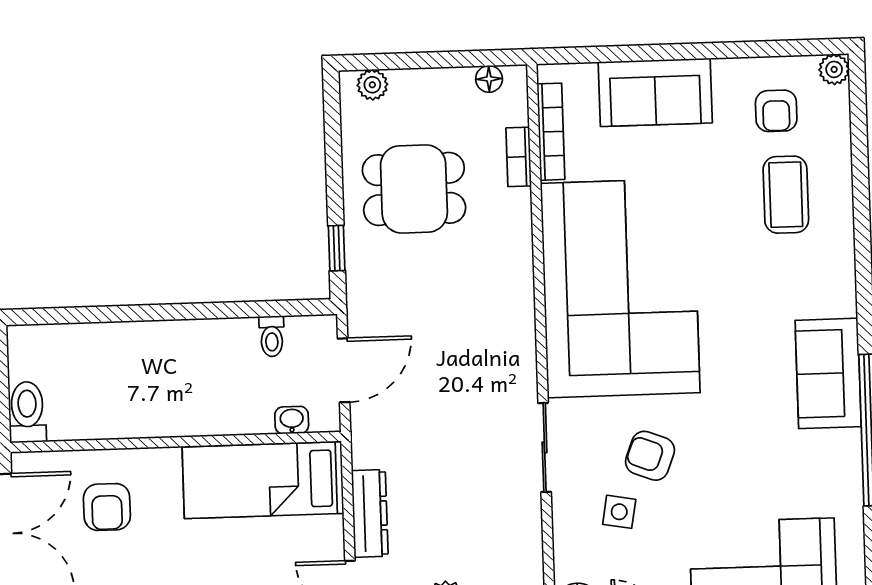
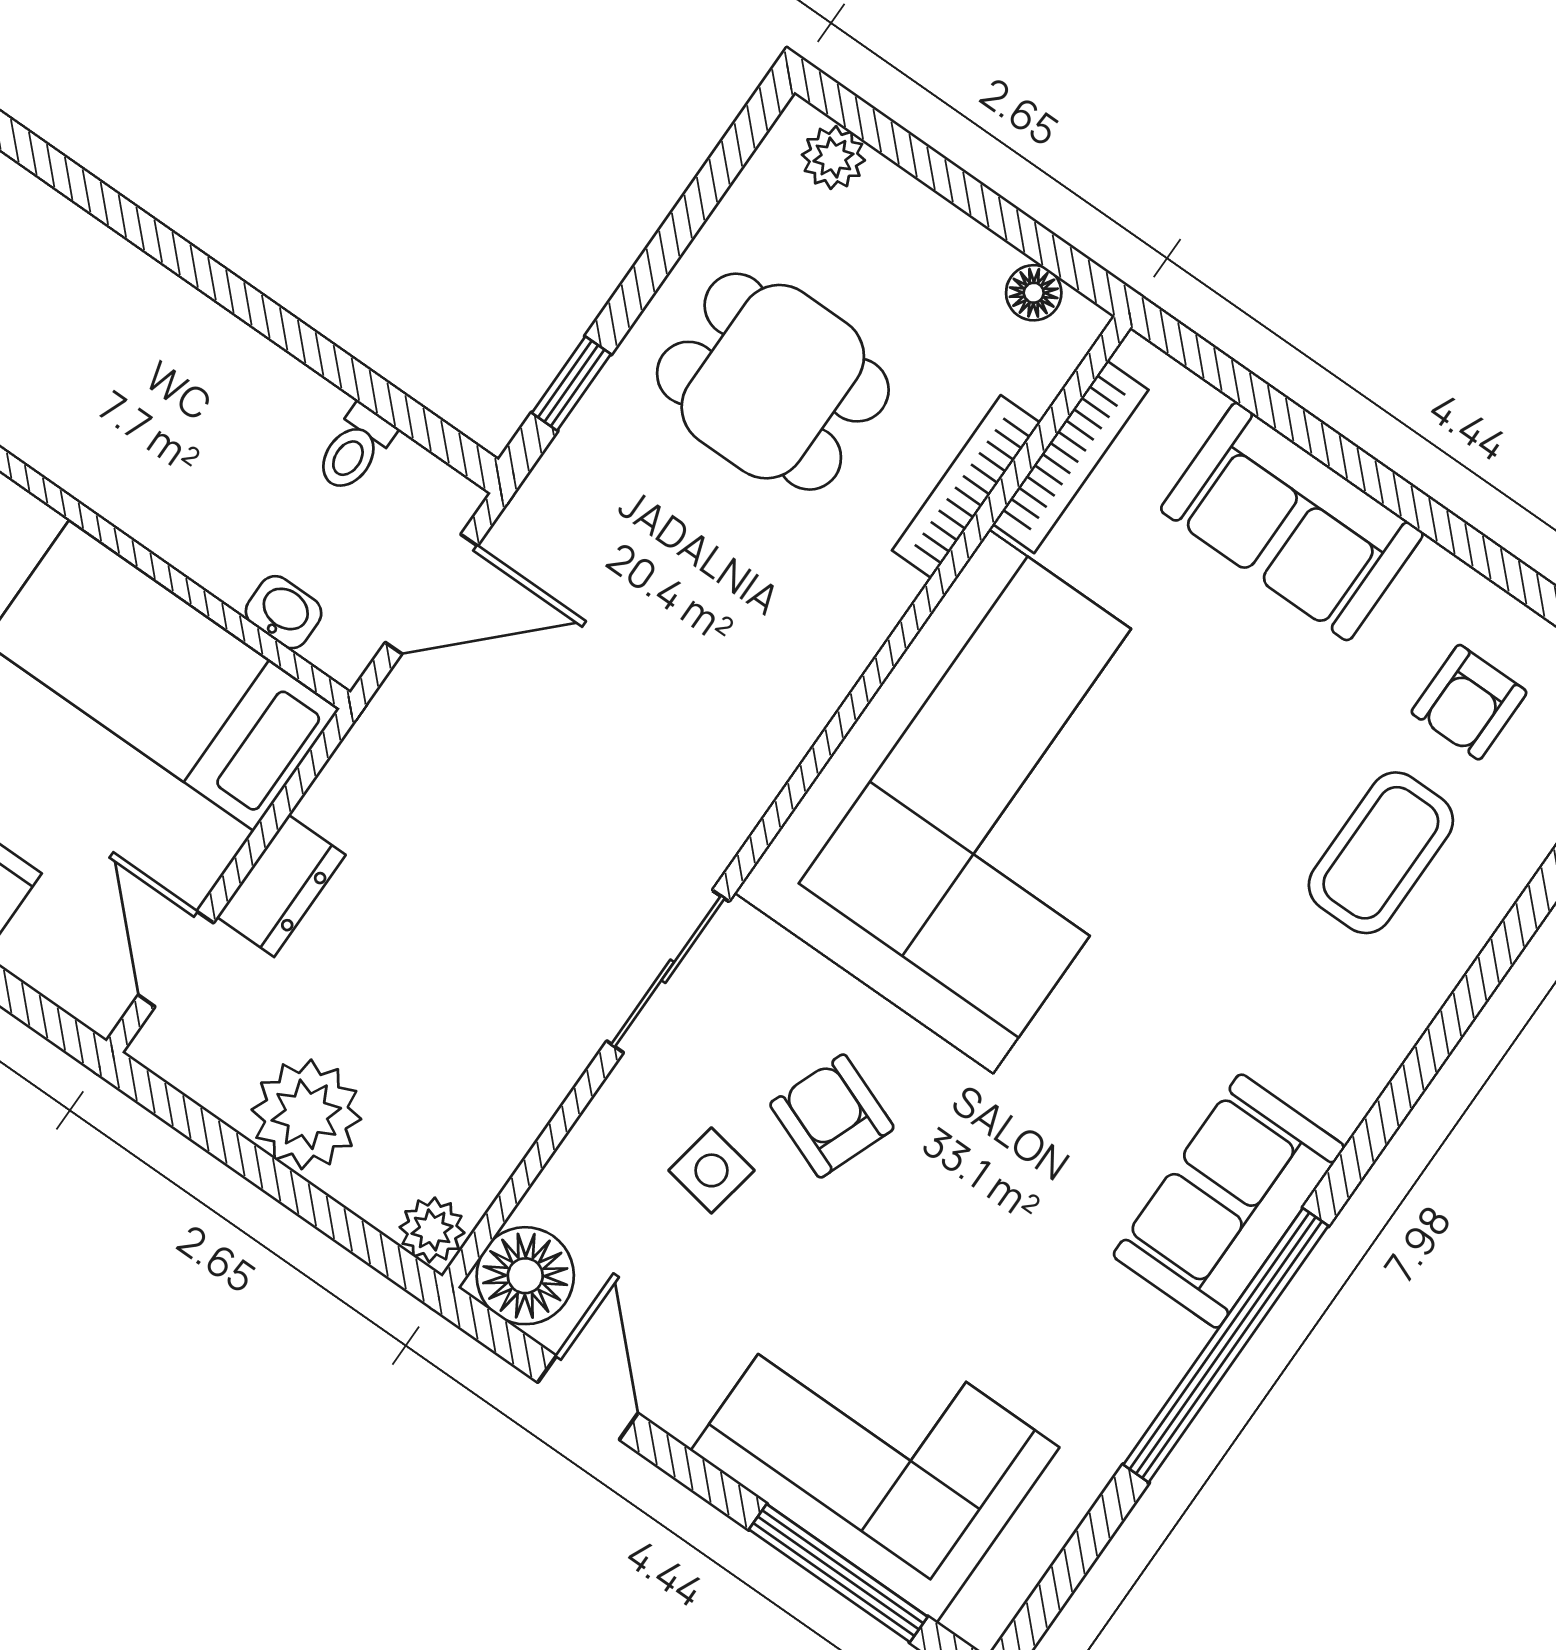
bookcase: (519, 157) -> (966, 487), width x1.56
dresser: (370, 513) -> (281, 886), width x0.70

